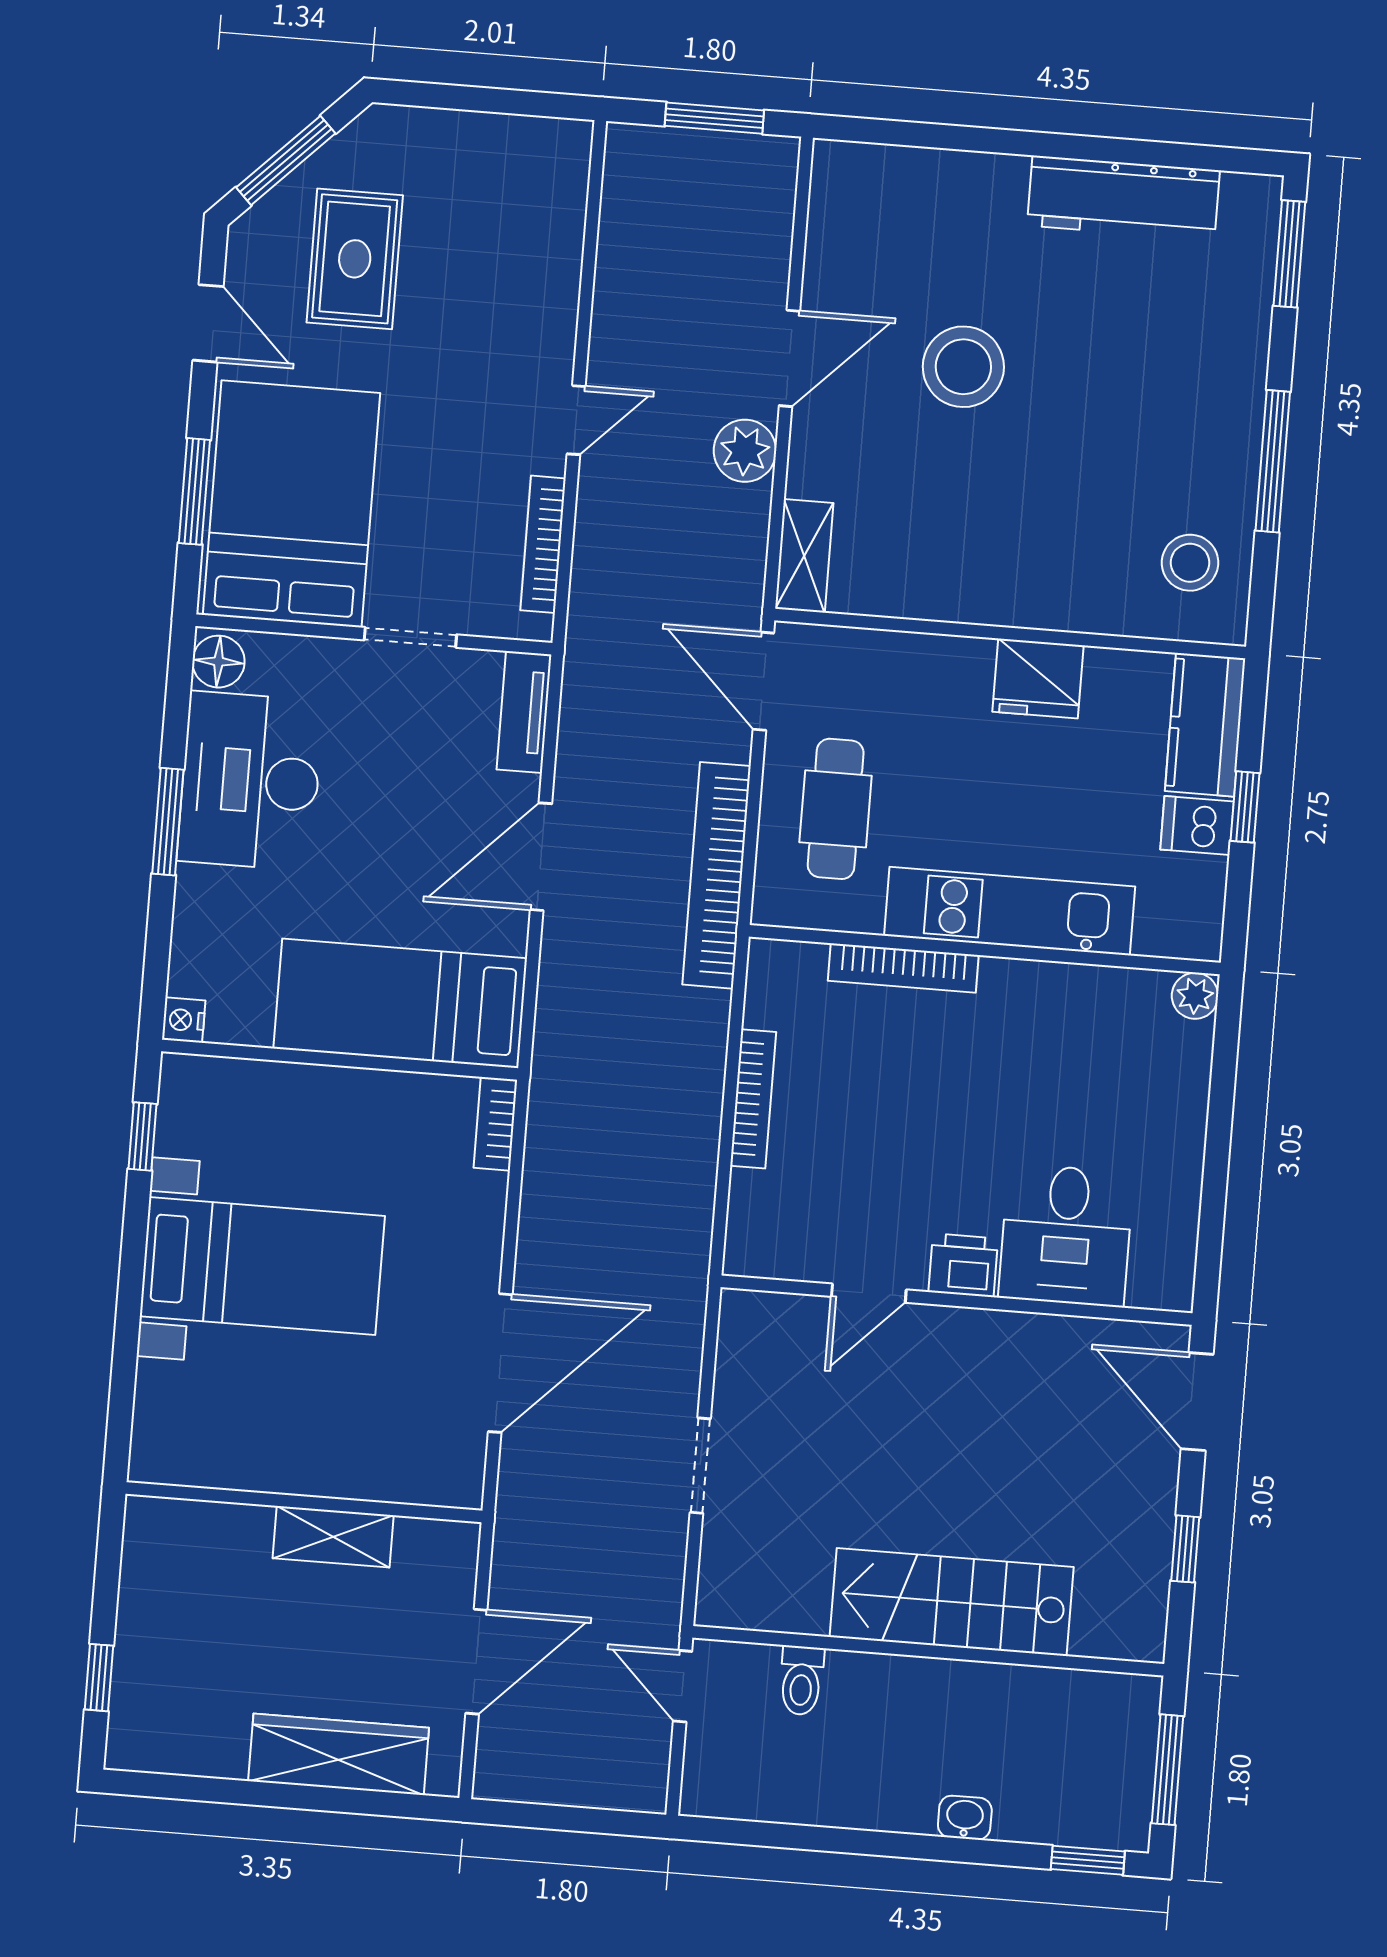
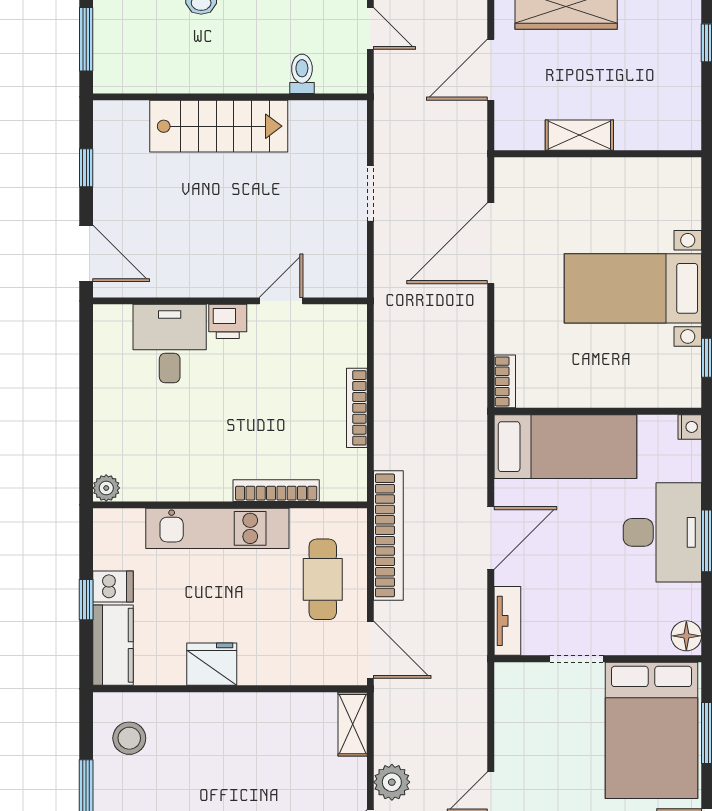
bookcase: (543, 544) -> (504, 719), removed
desk: (250, 781) -> (662, 532), moved
door: (683, 1686) -> (370, 28), moved

